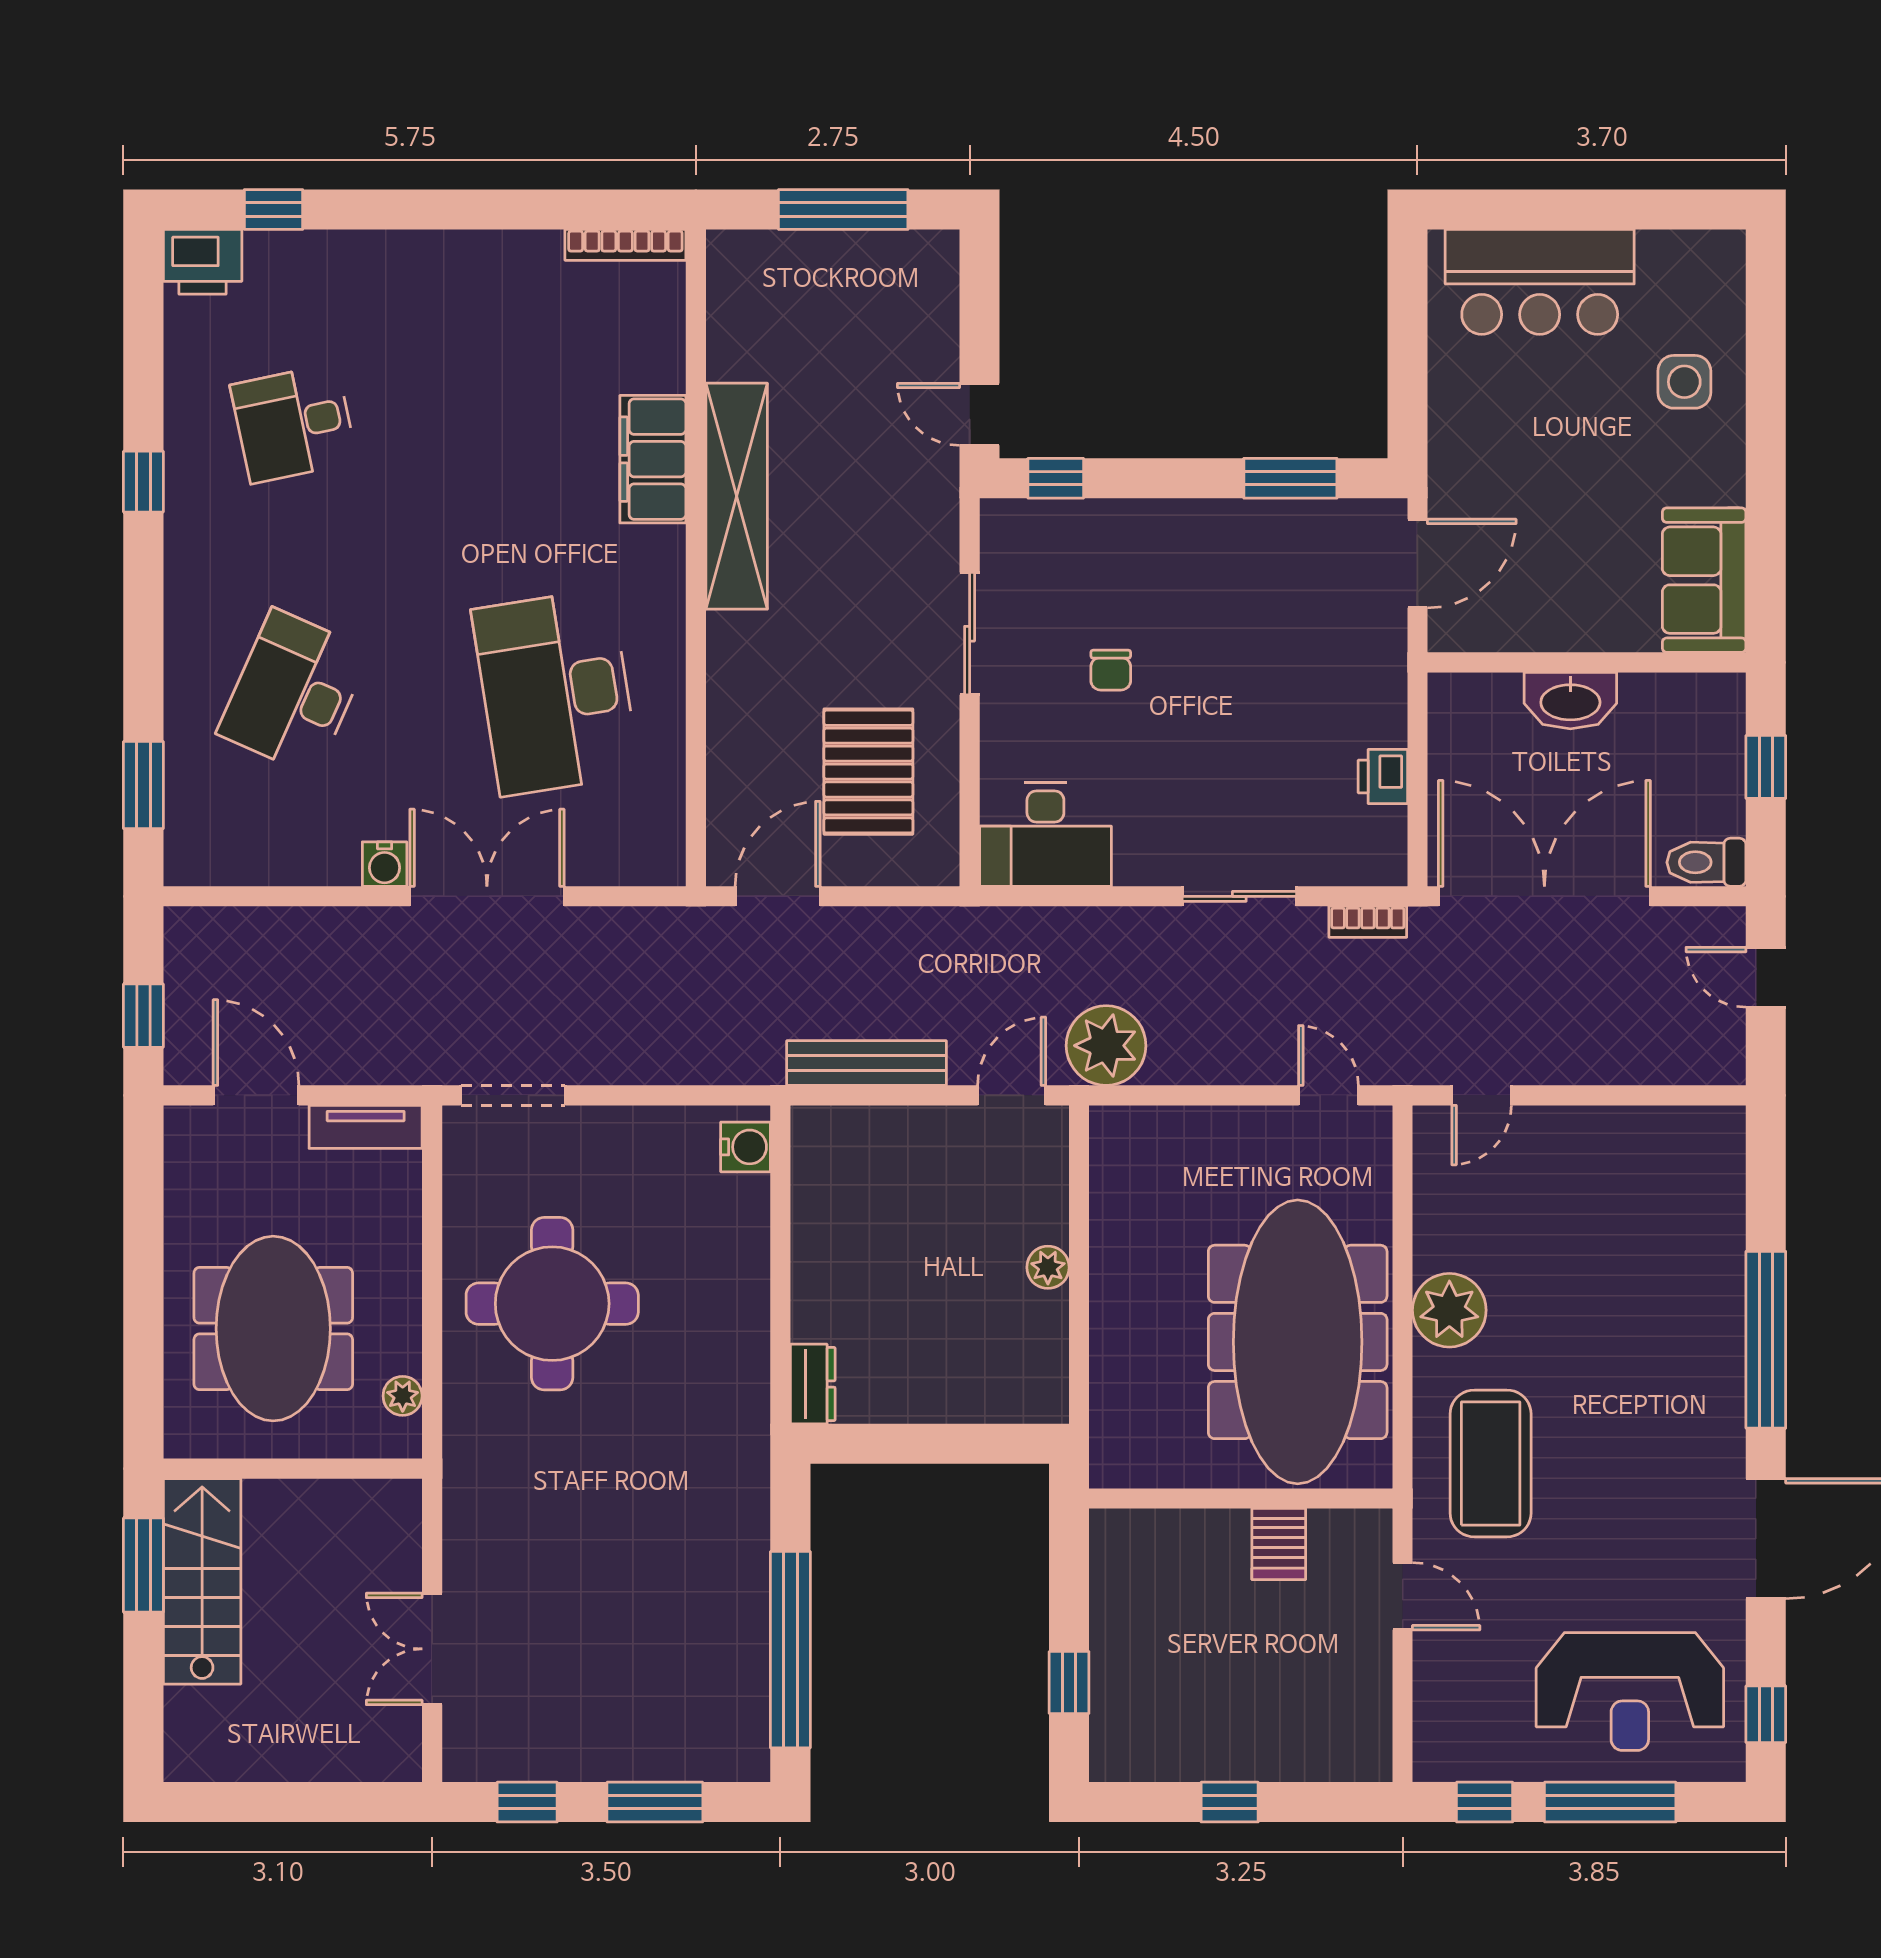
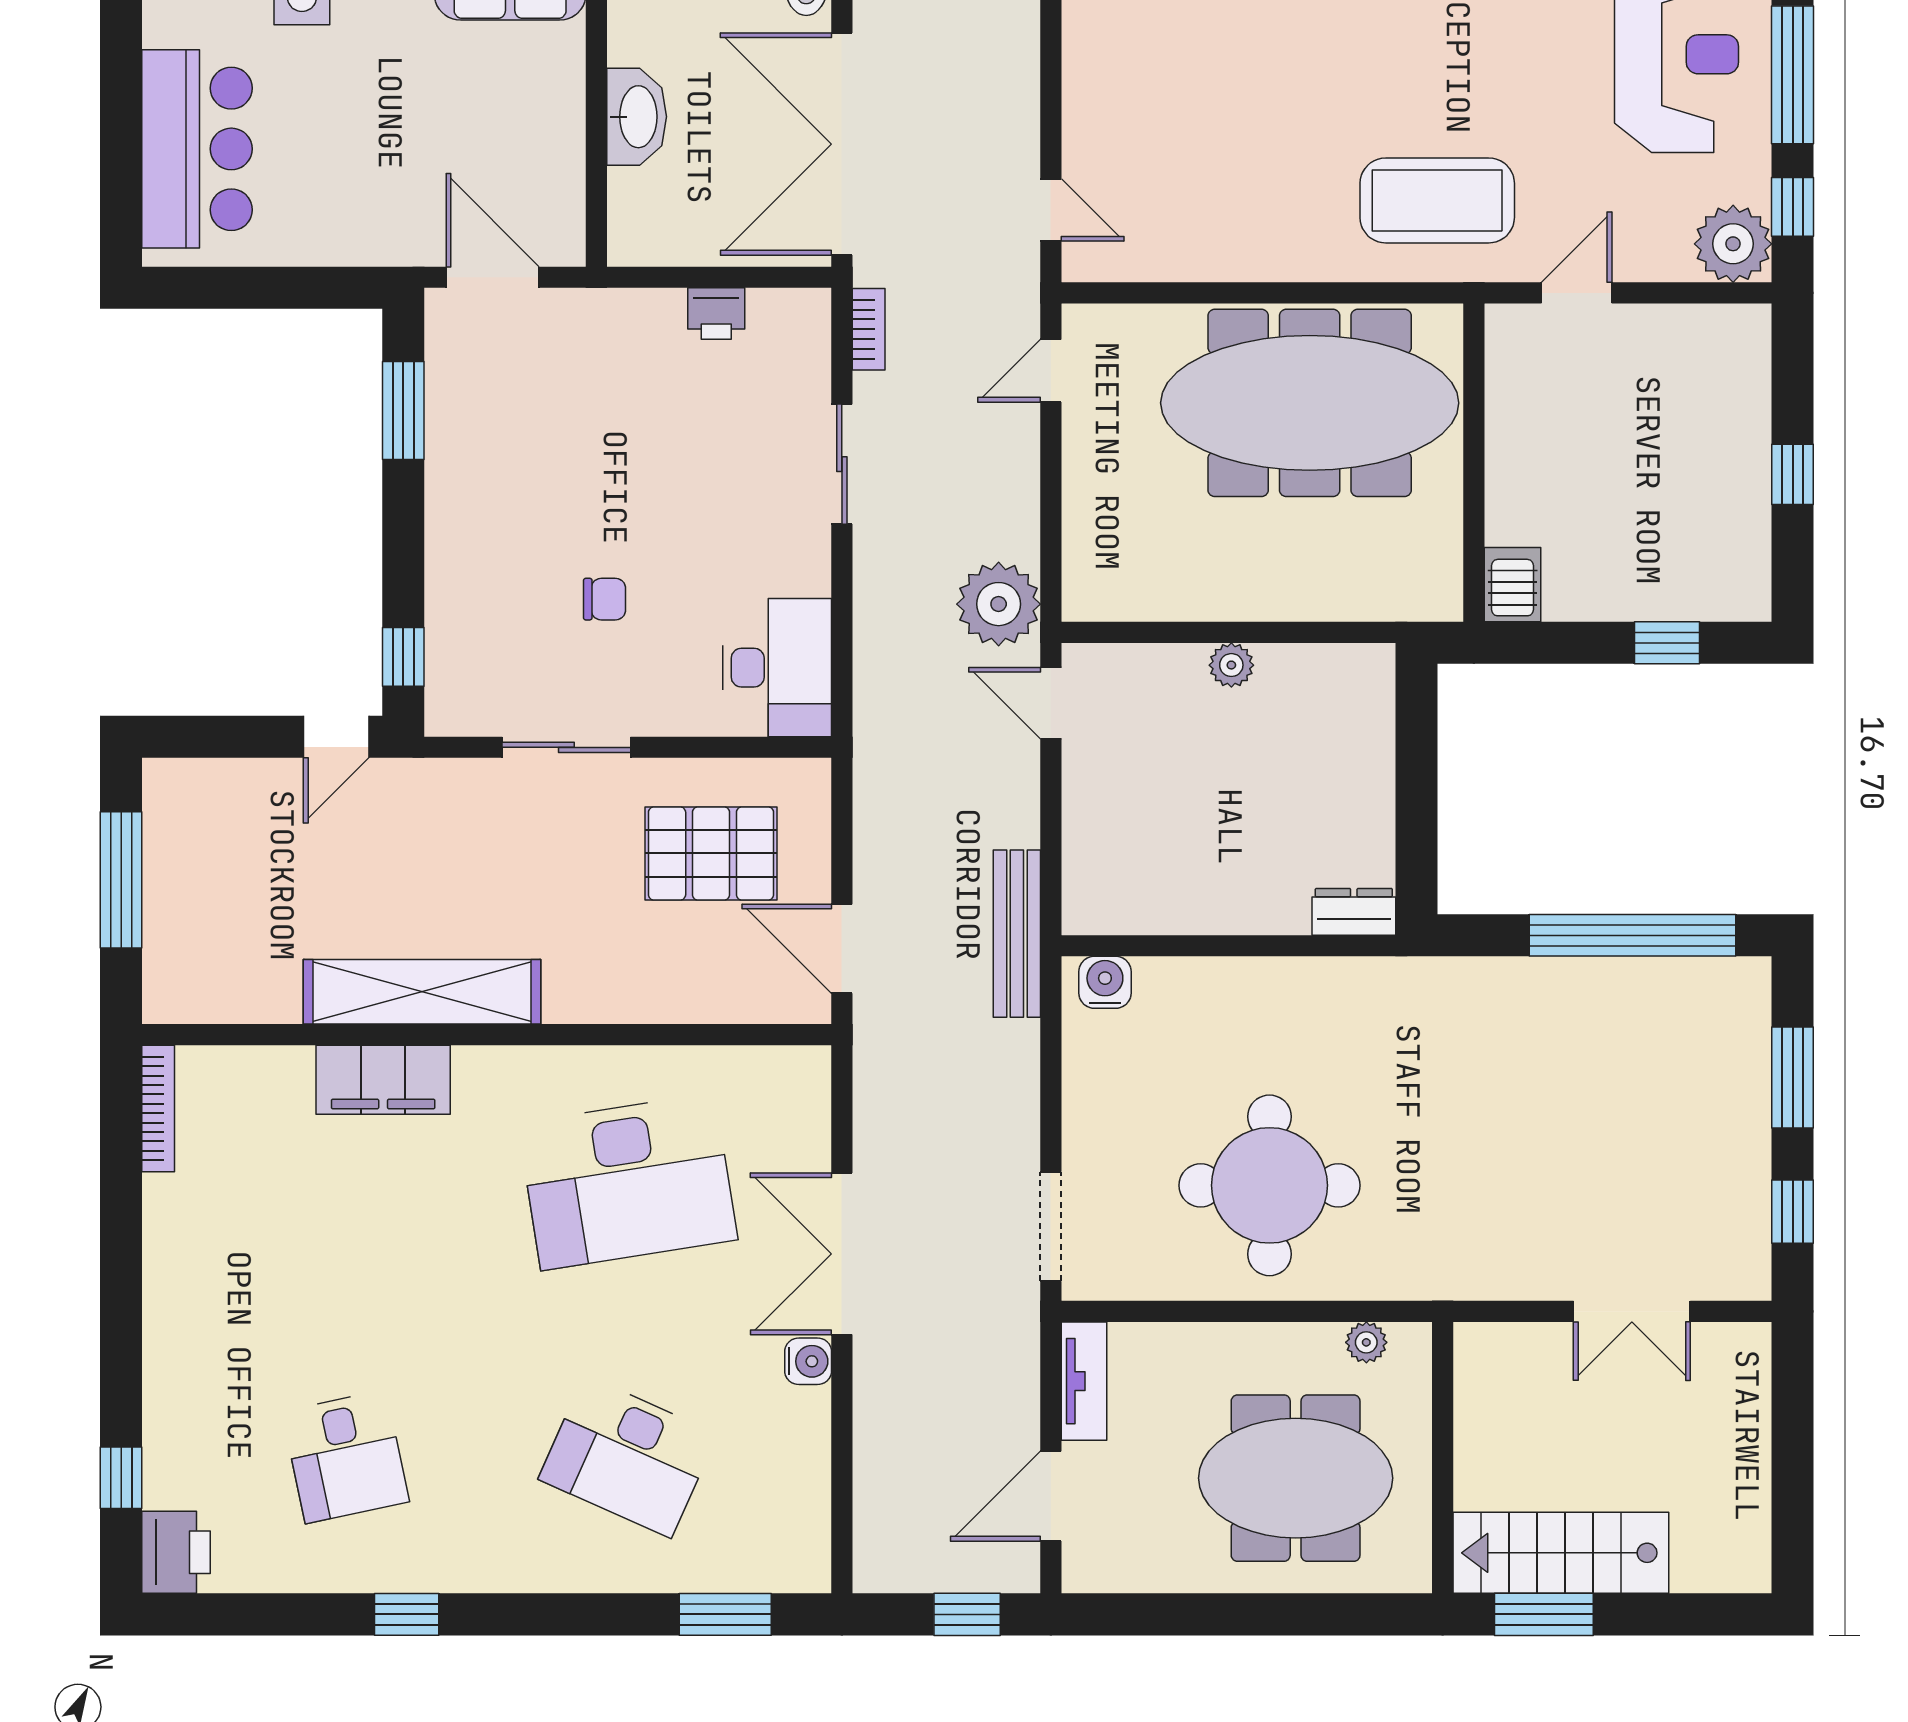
bench: (866, 1063) -> (1017, 934), moved
plant: (1449, 1310) -> (1733, 244), moved
server rack: (1279, 1544) -> (1513, 585), moved, turned -90

